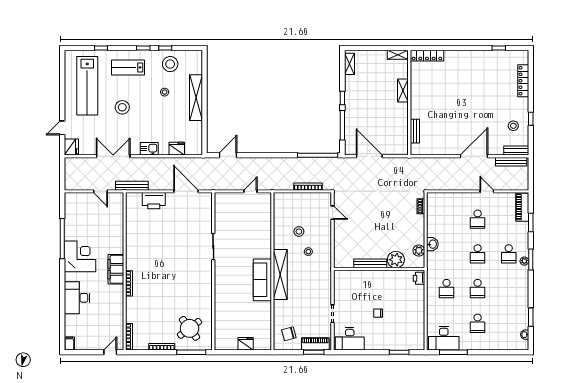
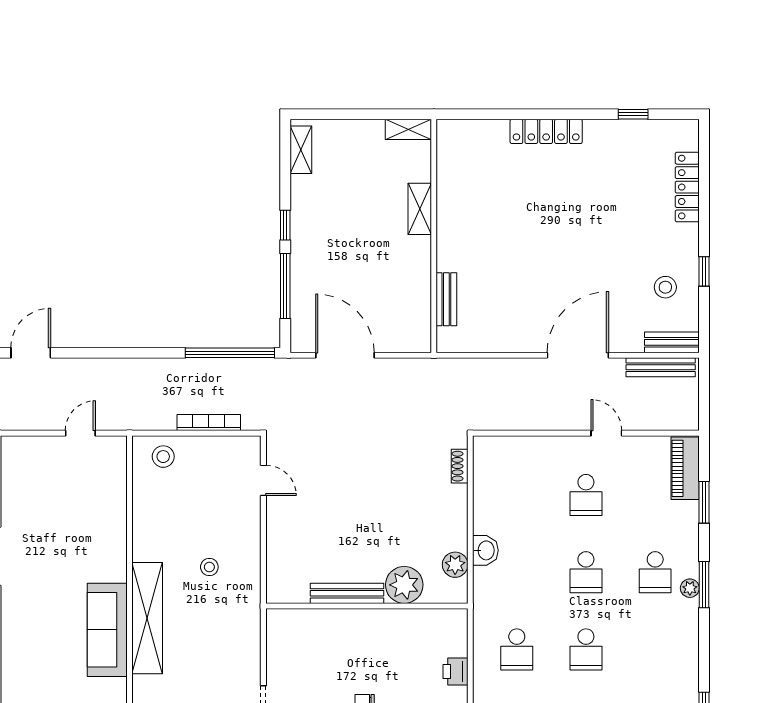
locker: (427, 56) -> (546, 131), moved
stool: (299, 232) -> (163, 457), moved
printer: (419, 278) -> (455, 671), moved

